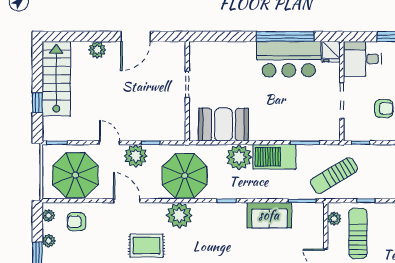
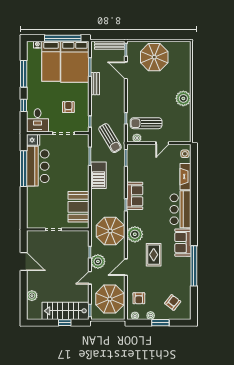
plant: (97, 50) -> (32, 296), moved
stairs: (56, 79) -> (65, 311), moved
plant: (239, 157) -> (99, 197), removed
sofa: (269, 215) -> (135, 196), moved

